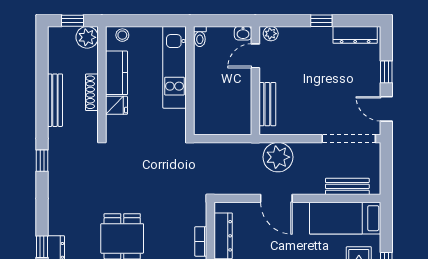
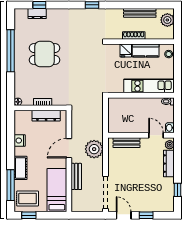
window: (73, 21) -> (177, 24), removed
window: (321, 21) -> (177, 190), moved
dresser: (355, 35) -> (169, 164), moved
plant: (87, 37) -> (167, 20), moved
bench: (55, 100) -> (140, 13), moved
door: (386, 109) -> (124, 215), hinge flipped
bench: (347, 186) -> (76, 176), moved

